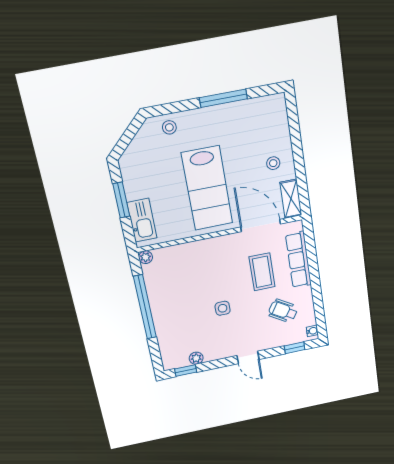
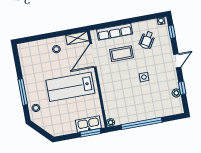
window: (223, 98) -> (23, 92), moved
lab bench: (207, 188) -> (70, 87), turned 180
window: (121, 200) -> (90, 133), moved
window: (186, 371) -> (182, 88), moved

